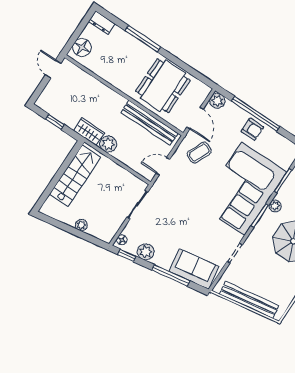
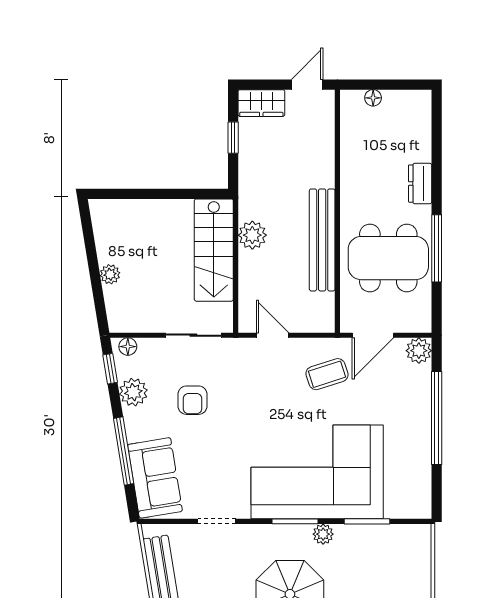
dresser: (102, 23) -> (420, 184), moved
window: (143, 39) -> (437, 248), moved
floor lamp: (82, 47) -> (373, 98), width x0.53, depth x0.53
bench: (149, 123) -> (322, 240), moved
armchair: (252, 129) -> (192, 400), moved
wardrobe: (89, 132) -> (261, 103), moved, turned 90
coffee table: (199, 153) -> (327, 374), turned -42
stairs: (75, 176) -> (214, 250), moved, turned 90

